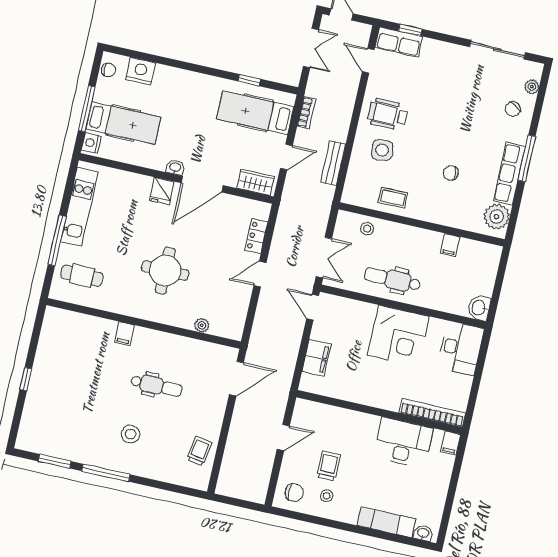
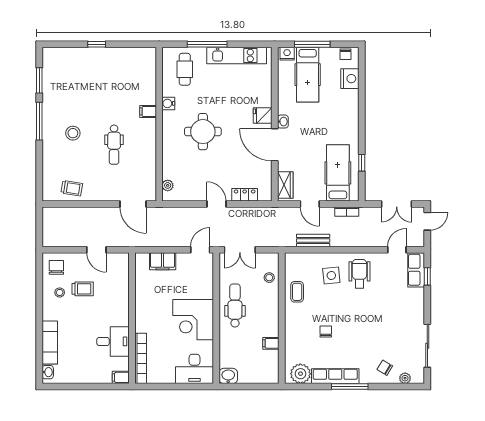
water cooler: (120, 306) -> (168, 103), added
plant: (202, 325) -> (168, 185), moved
desk: (403, 443) -> (113, 341), width x0.73
chair: (294, 493) -> (56, 267), turned 180

